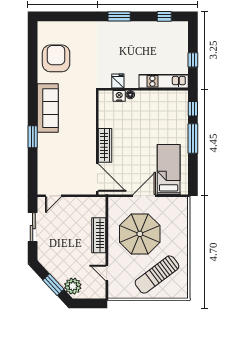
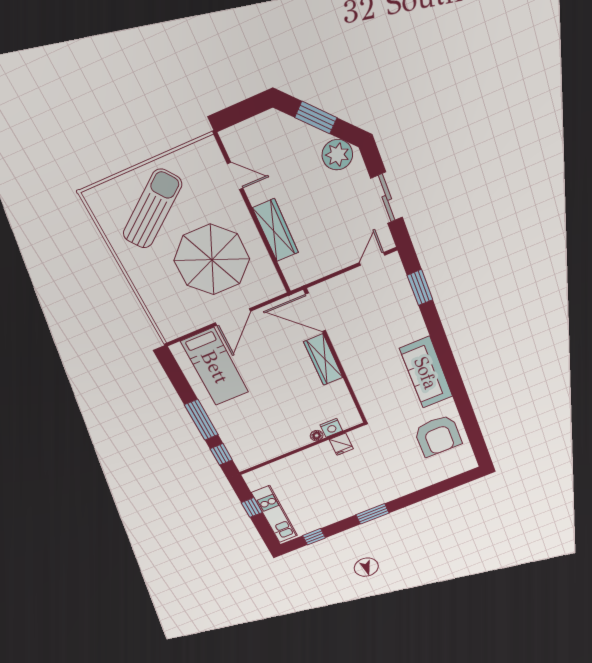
kitchen unit: (164, 81) -> (275, 514), moved, turned -90
window: (33, 137) -> (420, 288), moved
plant: (73, 286) -> (337, 155), moved

